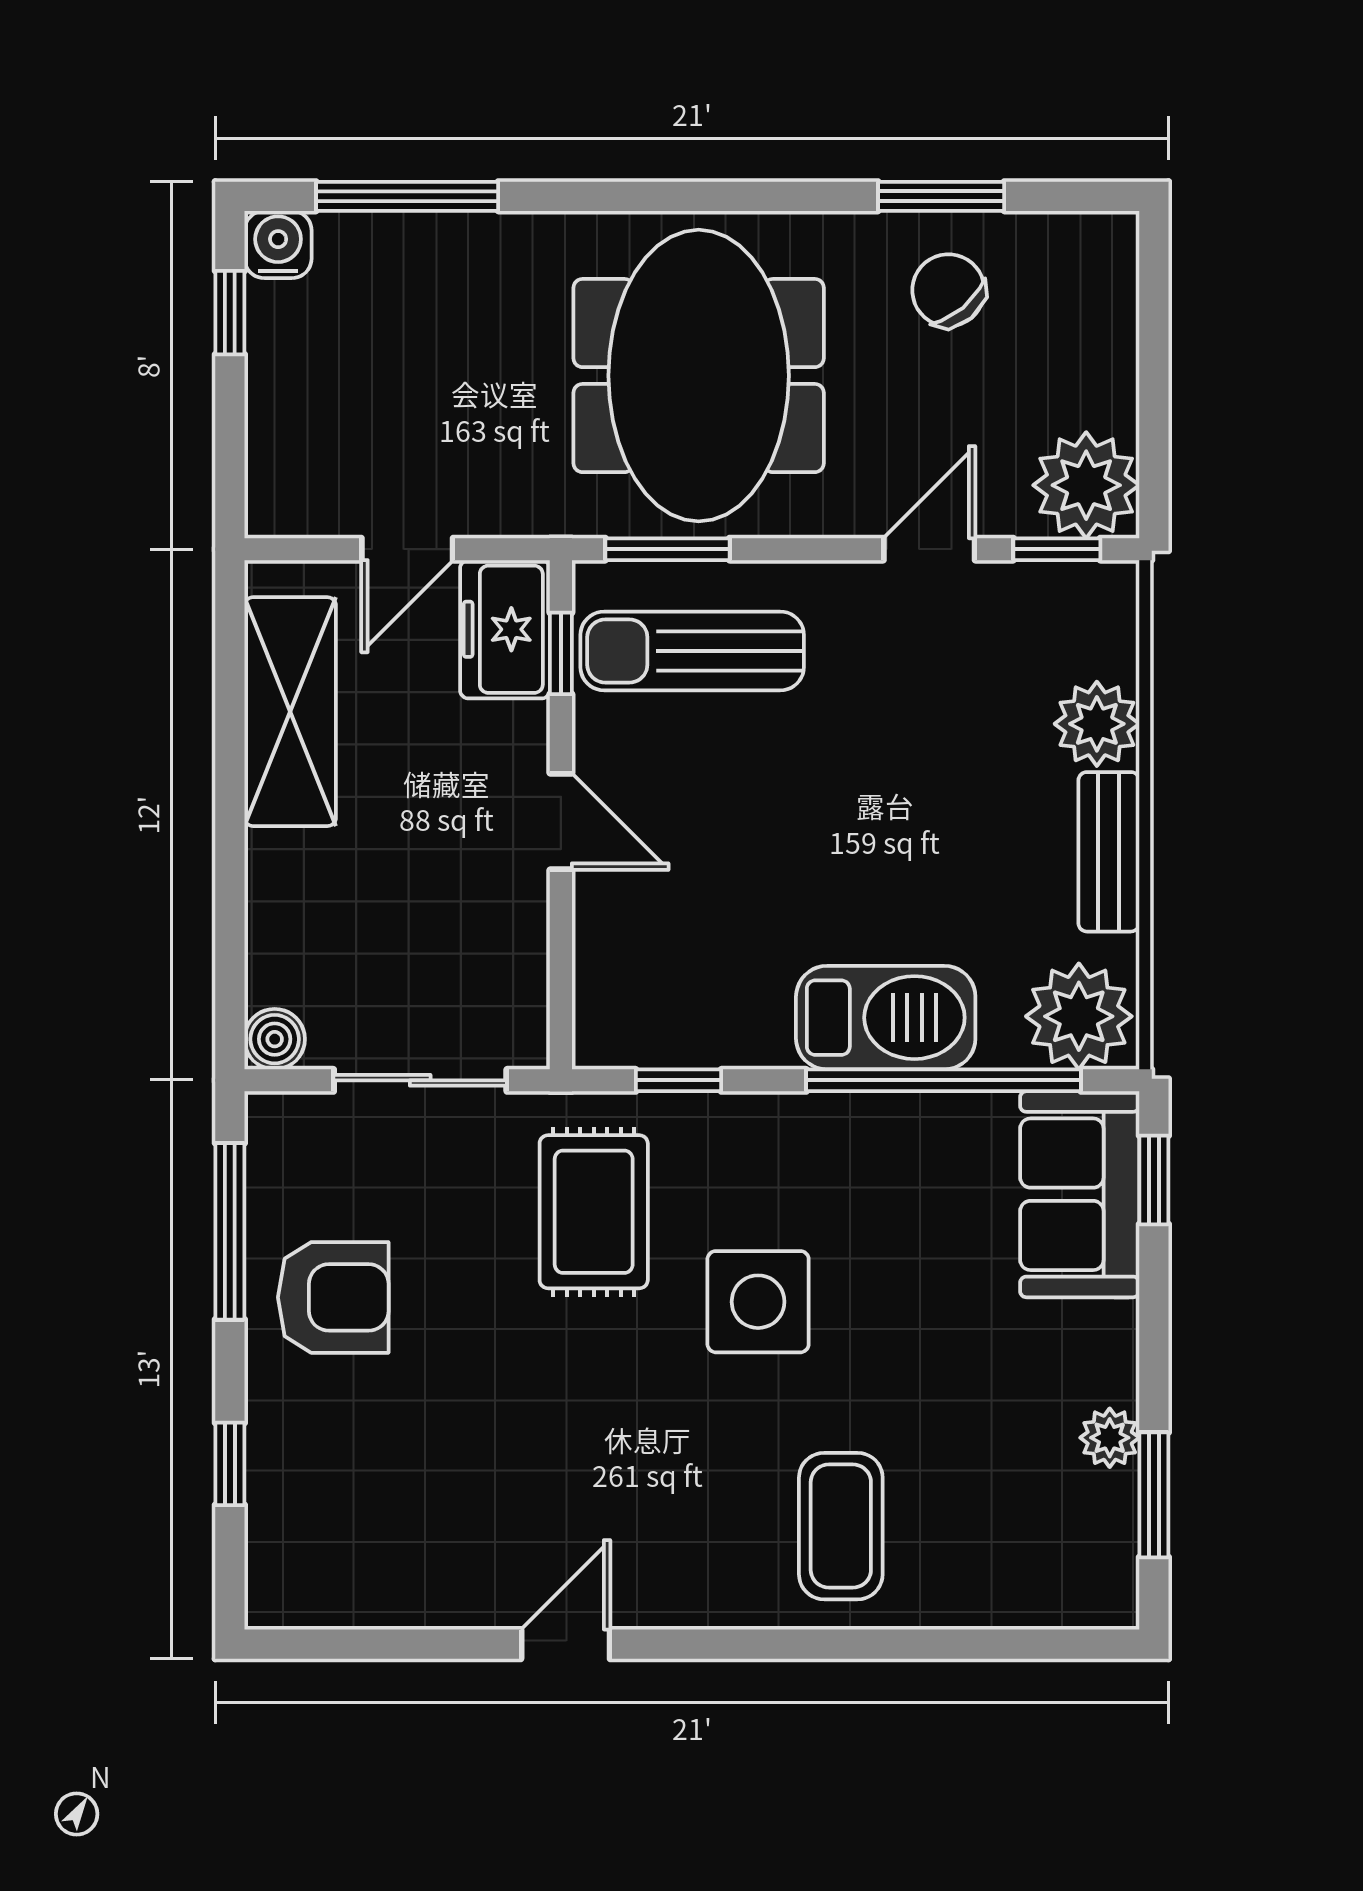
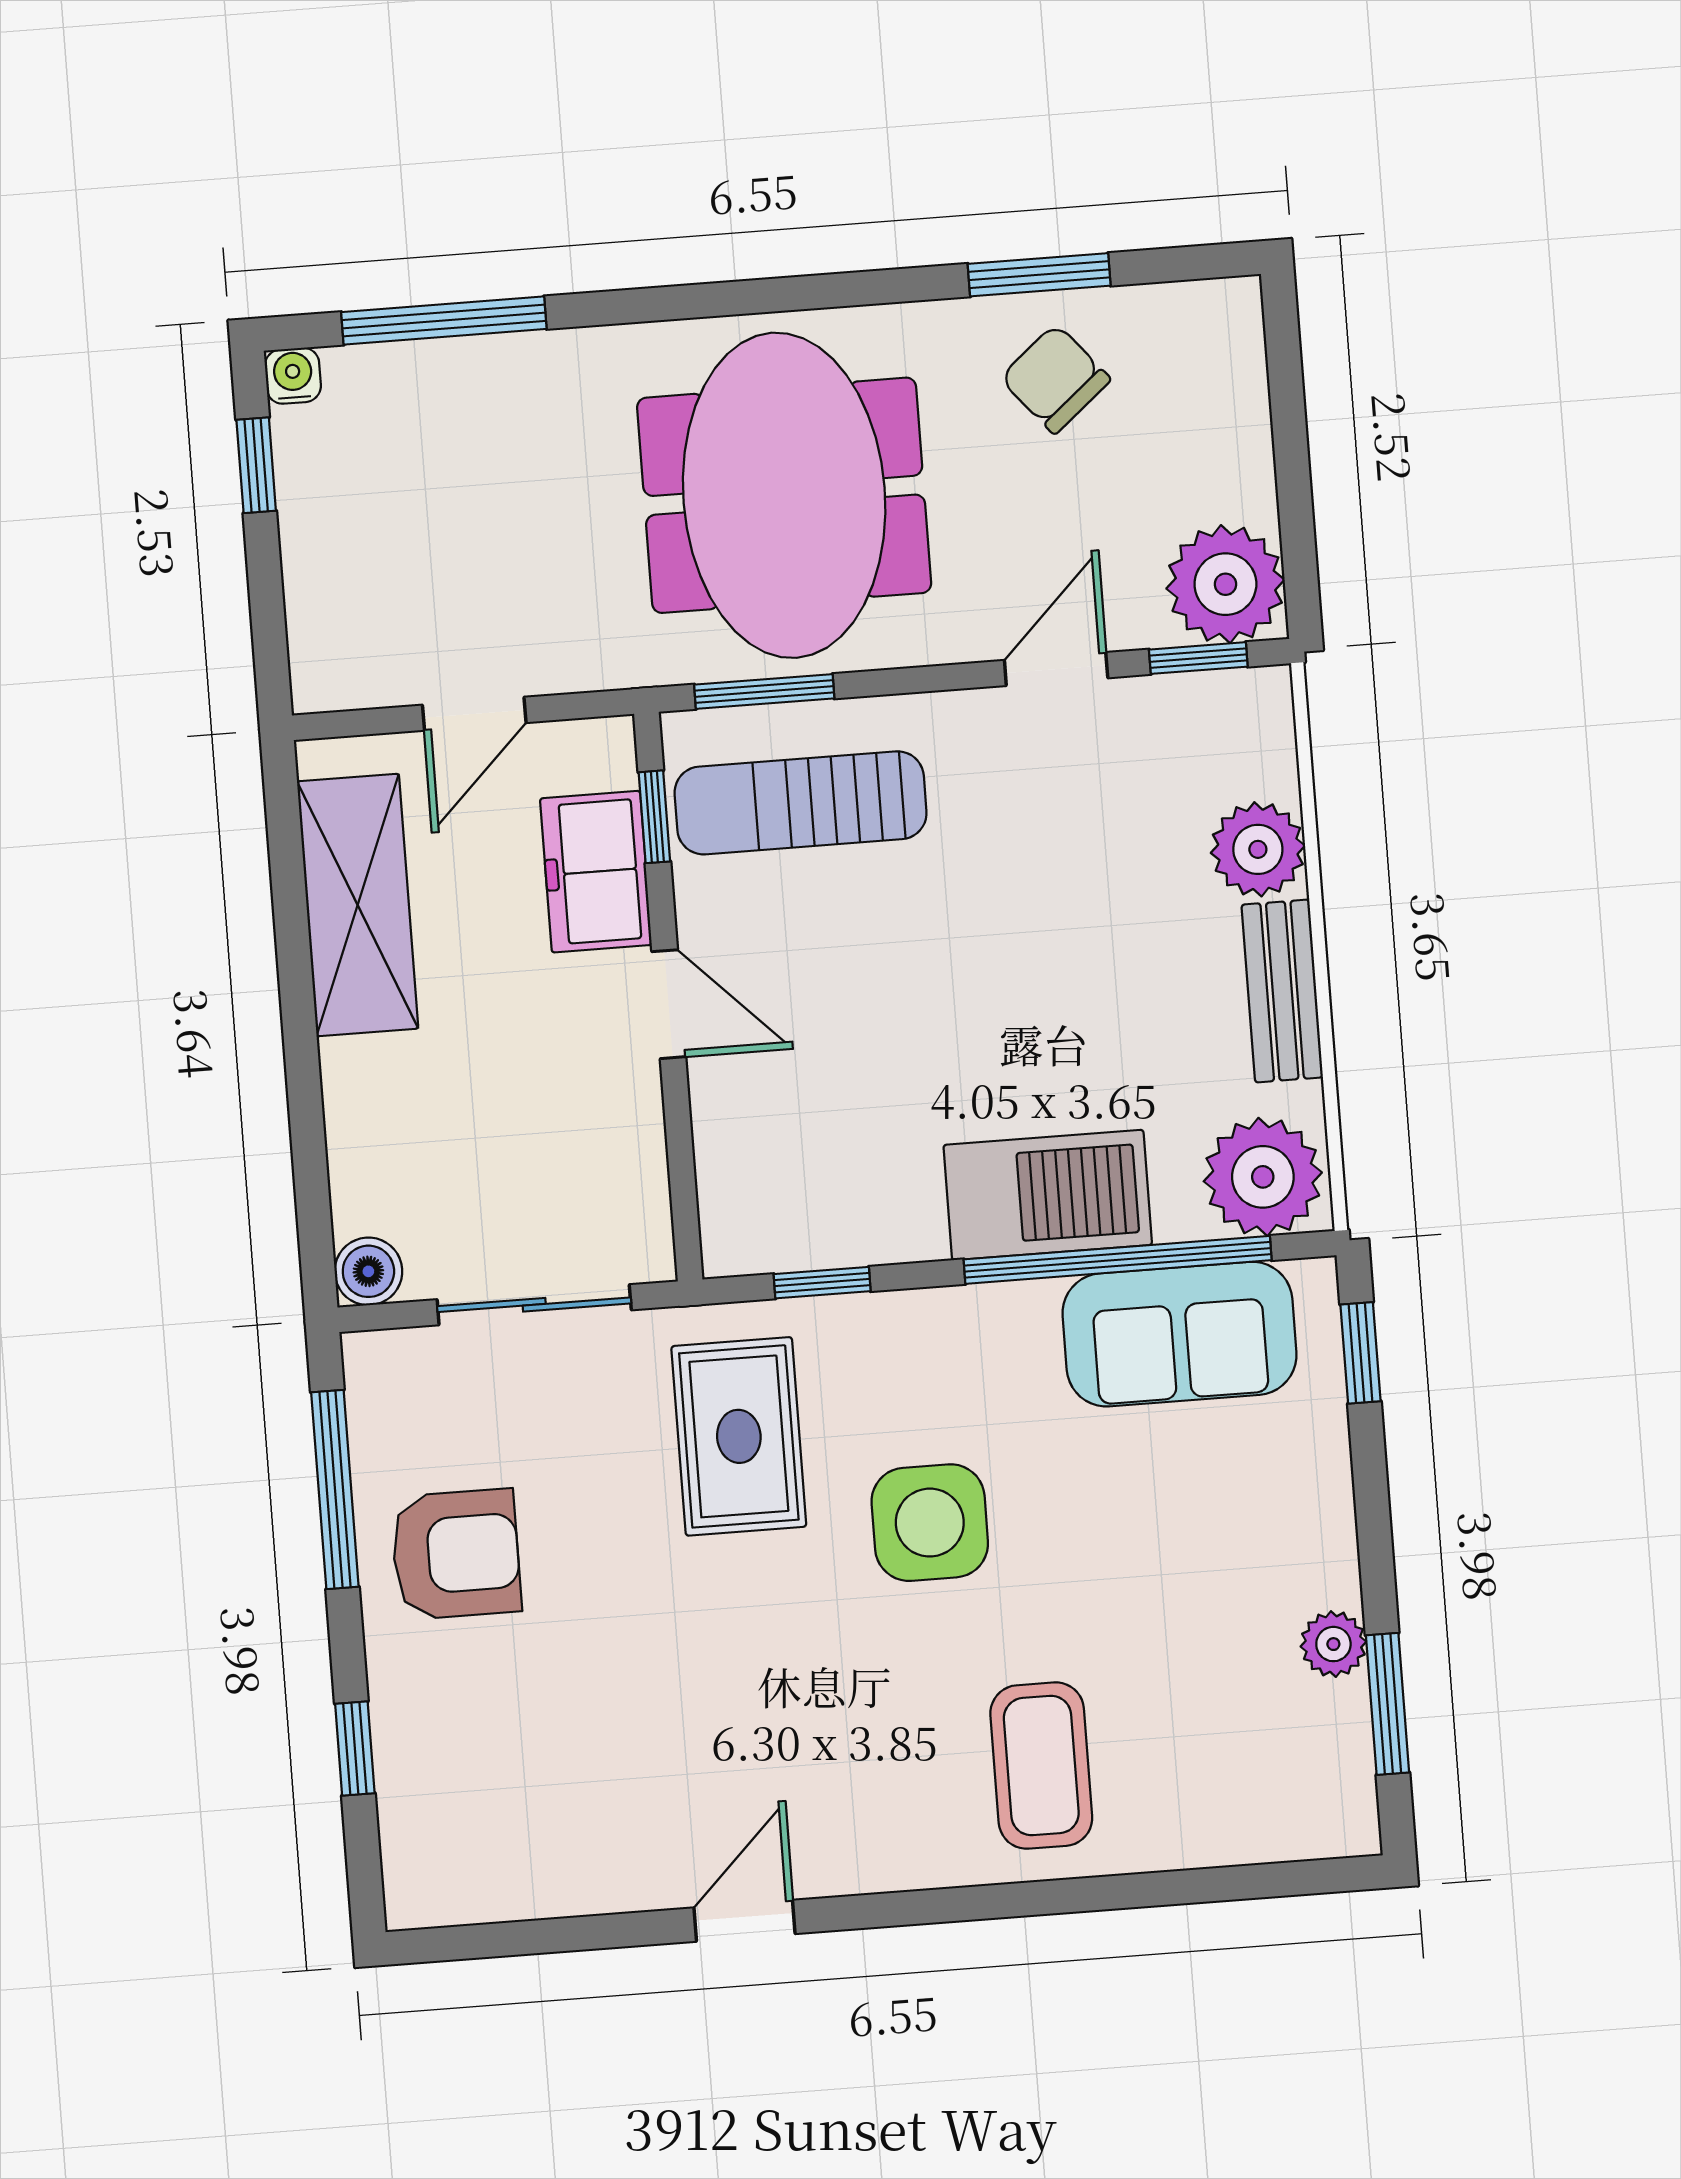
water cooler: (278, 245) -> (293, 376), width x0.72, depth x0.72
freezer: (505, 629) -> (596, 872), moved
sofa: (1080, 1194) -> (1179, 1334), moved, turned -90

